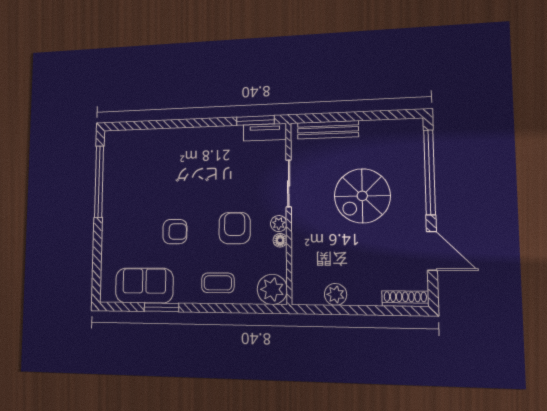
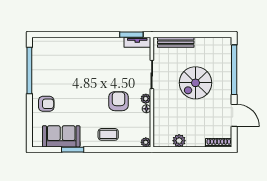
armchair: (175, 232) -> (46, 104), moved
plant: (272, 289) -> (146, 142), width x0.53, depth x0.53

